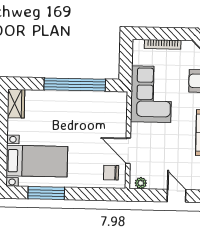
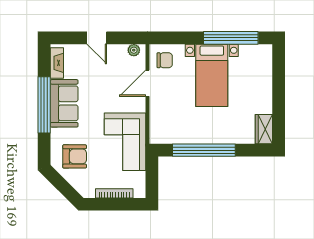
door: (128, 151) -> (147, 83), swing flipped
bed with nightstands: (37, 161) -> (212, 75), moved, turned -90
window: (46, 193) -> (231, 38), width x1.46

